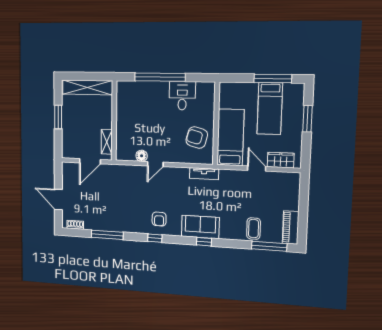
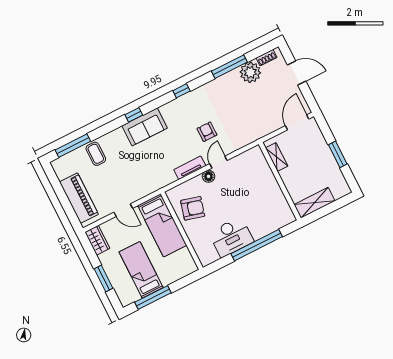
shelving: (87, 87) -> (314, 203), width x0.68
desk: (182, 96) -> (231, 237), width x1.37
floor lamp: (142, 156) -> (209, 176), moved
wardrobe: (281, 160) -> (97, 240), moved, turned -90
door: (90, 161) -> (297, 122), moved
tv unit: (204, 174) -> (190, 168), moved
armchair: (159, 219) -> (207, 132), moved
plant: (93, 221) -> (250, 72), added
piano: (291, 227) -> (79, 198), moved, width x1.37, depth x1.33

